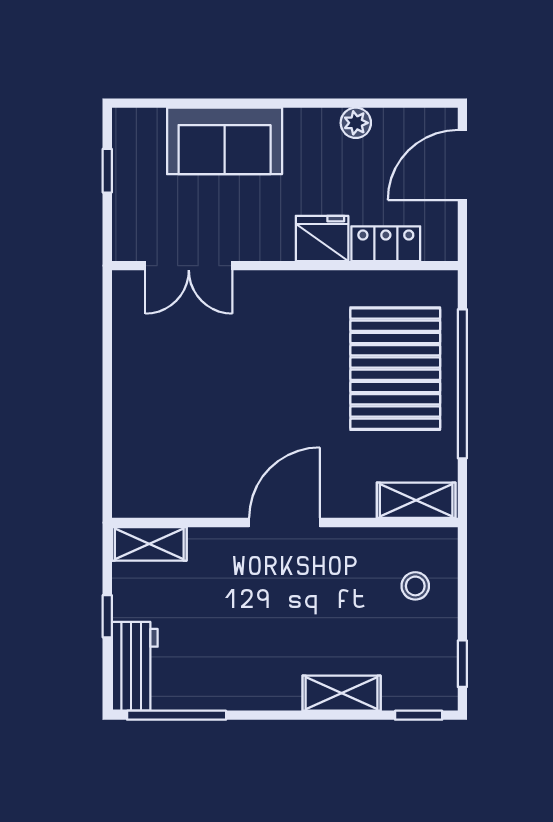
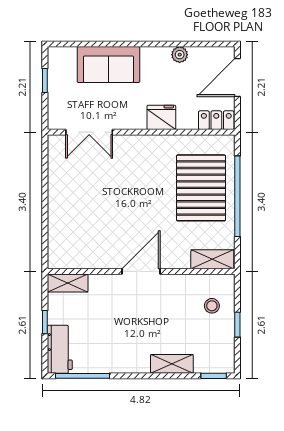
locker: (386, 244) -> (216, 120), moved
window: (462, 664) -> (237, 325), moved

